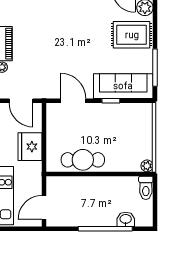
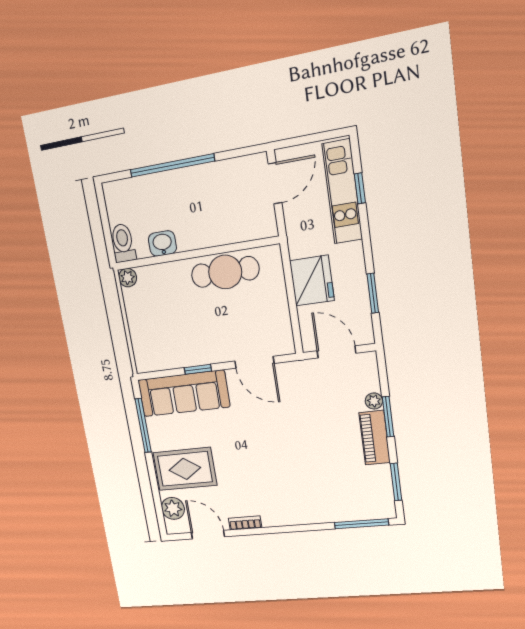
washbasin: (126, 219) -> (162, 244), moved, turned 180

